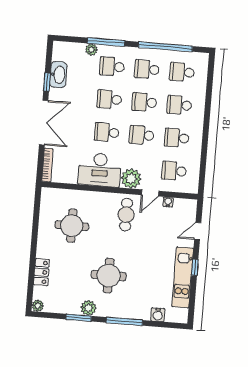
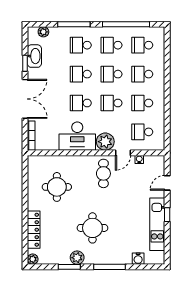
plant: (91, 50) -> (43, 32), moved
locker: (42, 272) -> (34, 230), width x1.53

